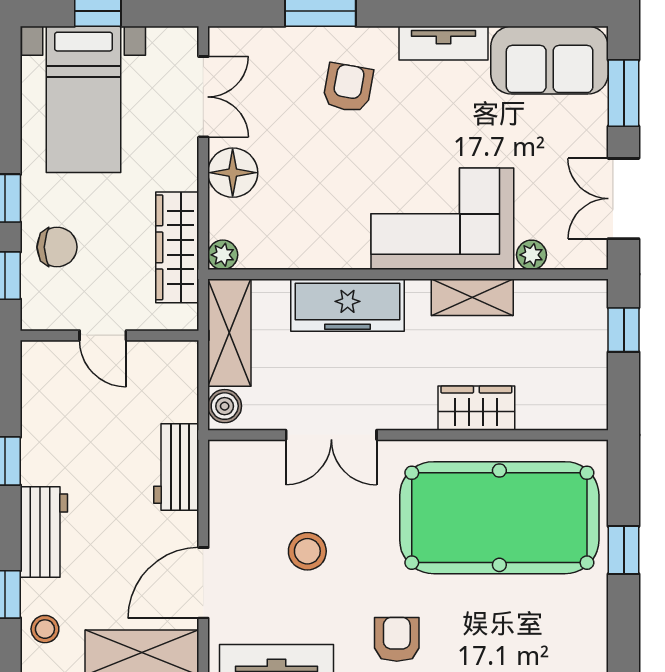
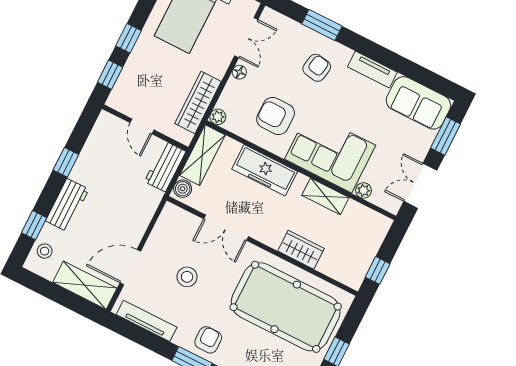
floor lamp: (233, 173) -> (239, 72), width x0.53, depth x0.53
armchair: (320, 204) -> (276, 116), added
chair: (57, 247) -> (141, 74), removed
window: (624, 330) -> (378, 270), moved
workbench: (176, 467) -> (165, 166), moved

